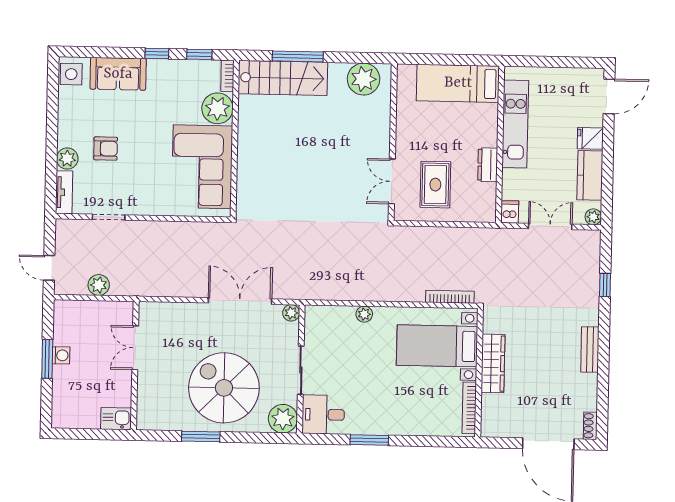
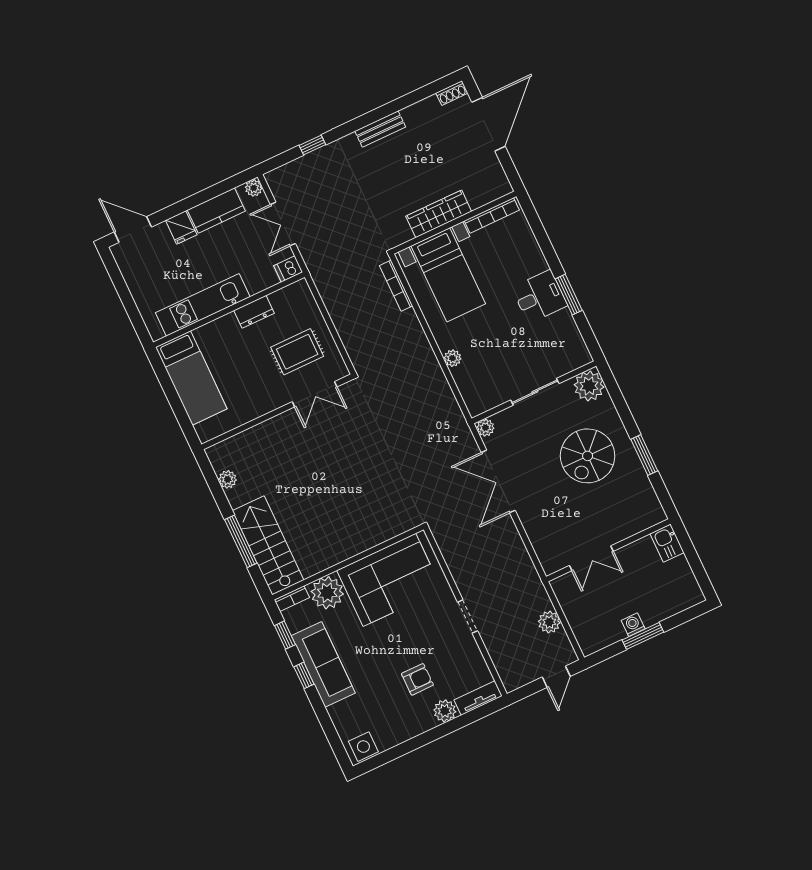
sofa: (118, 74) -> (323, 664), moved, width x1.36
plant: (364, 79) -> (228, 479), width x0.53, depth x0.53
armchair: (106, 148) -> (417, 679), turned 90
doorway: (109, 217) -> (468, 616), moved
spiral stairs: (224, 388) -> (588, 456), width x0.73, depth x0.73
desk: (323, 415) -> (539, 297), moved, turned -90

